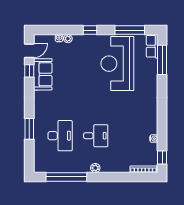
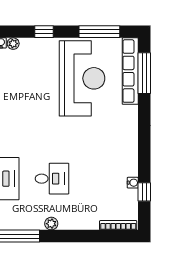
row of seats: (152, 46) -> (130, 71), width x2.02
reception desk: (117, 64) -> (82, 78), turned 180
window: (162, 157) -> (144, 192), moved

